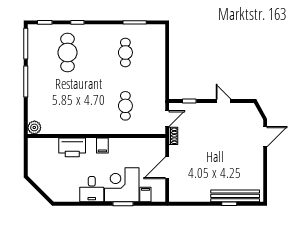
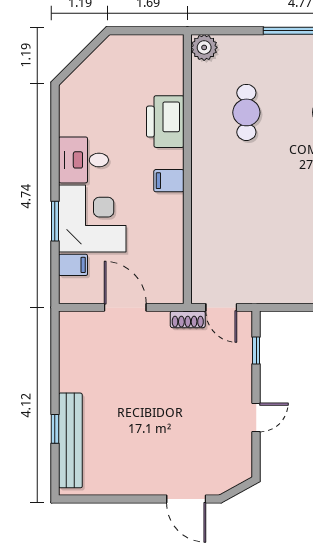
cafe table: (125, 106) -> (246, 112), moved, turned 90

